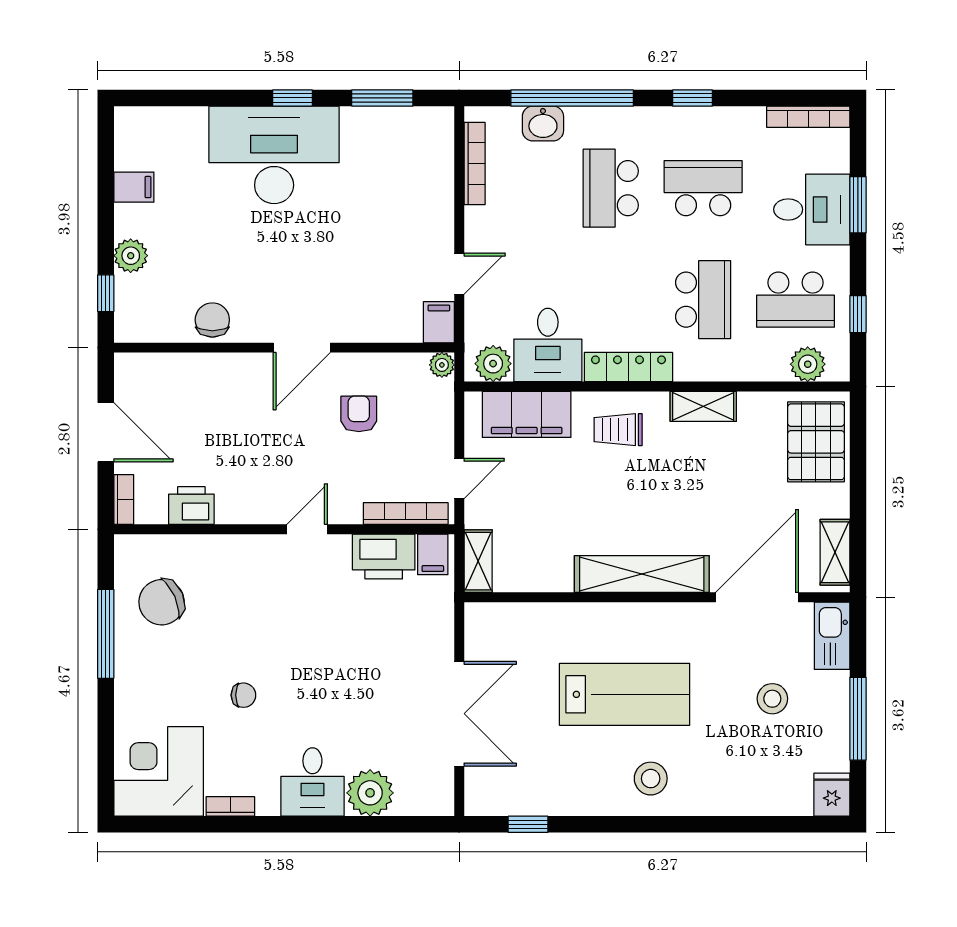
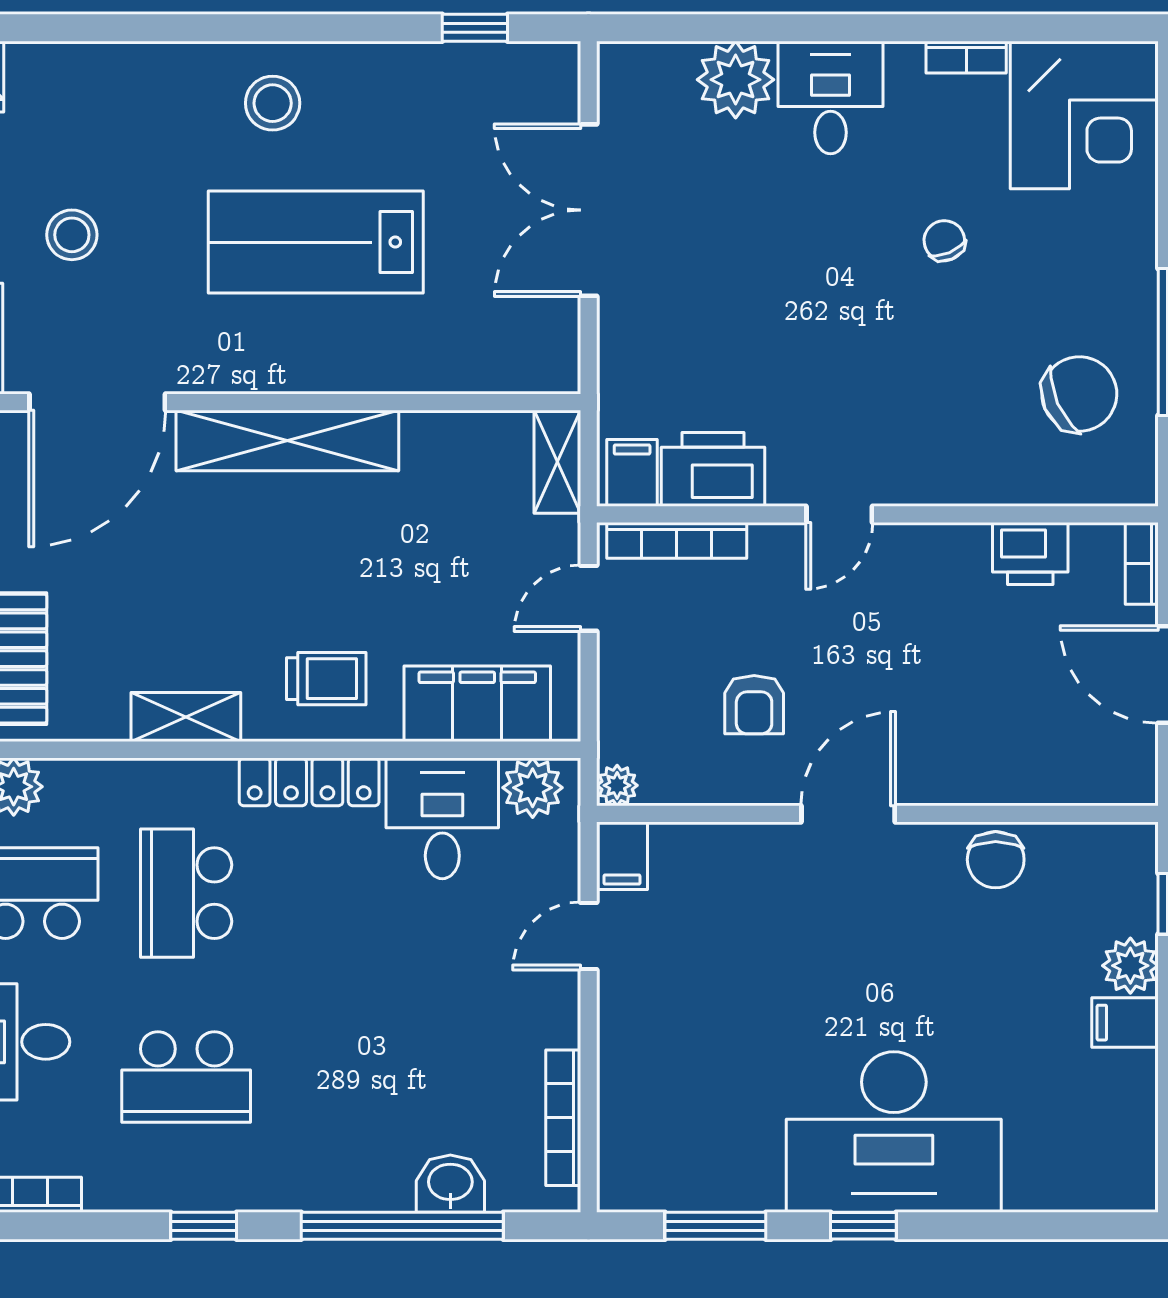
filing cabinet: (134, 187) -> (1125, 1023), moved
school desk: (611, 188) -> (339, 1077), removed
chair: (243, 695) -> (944, 241), turned 67

